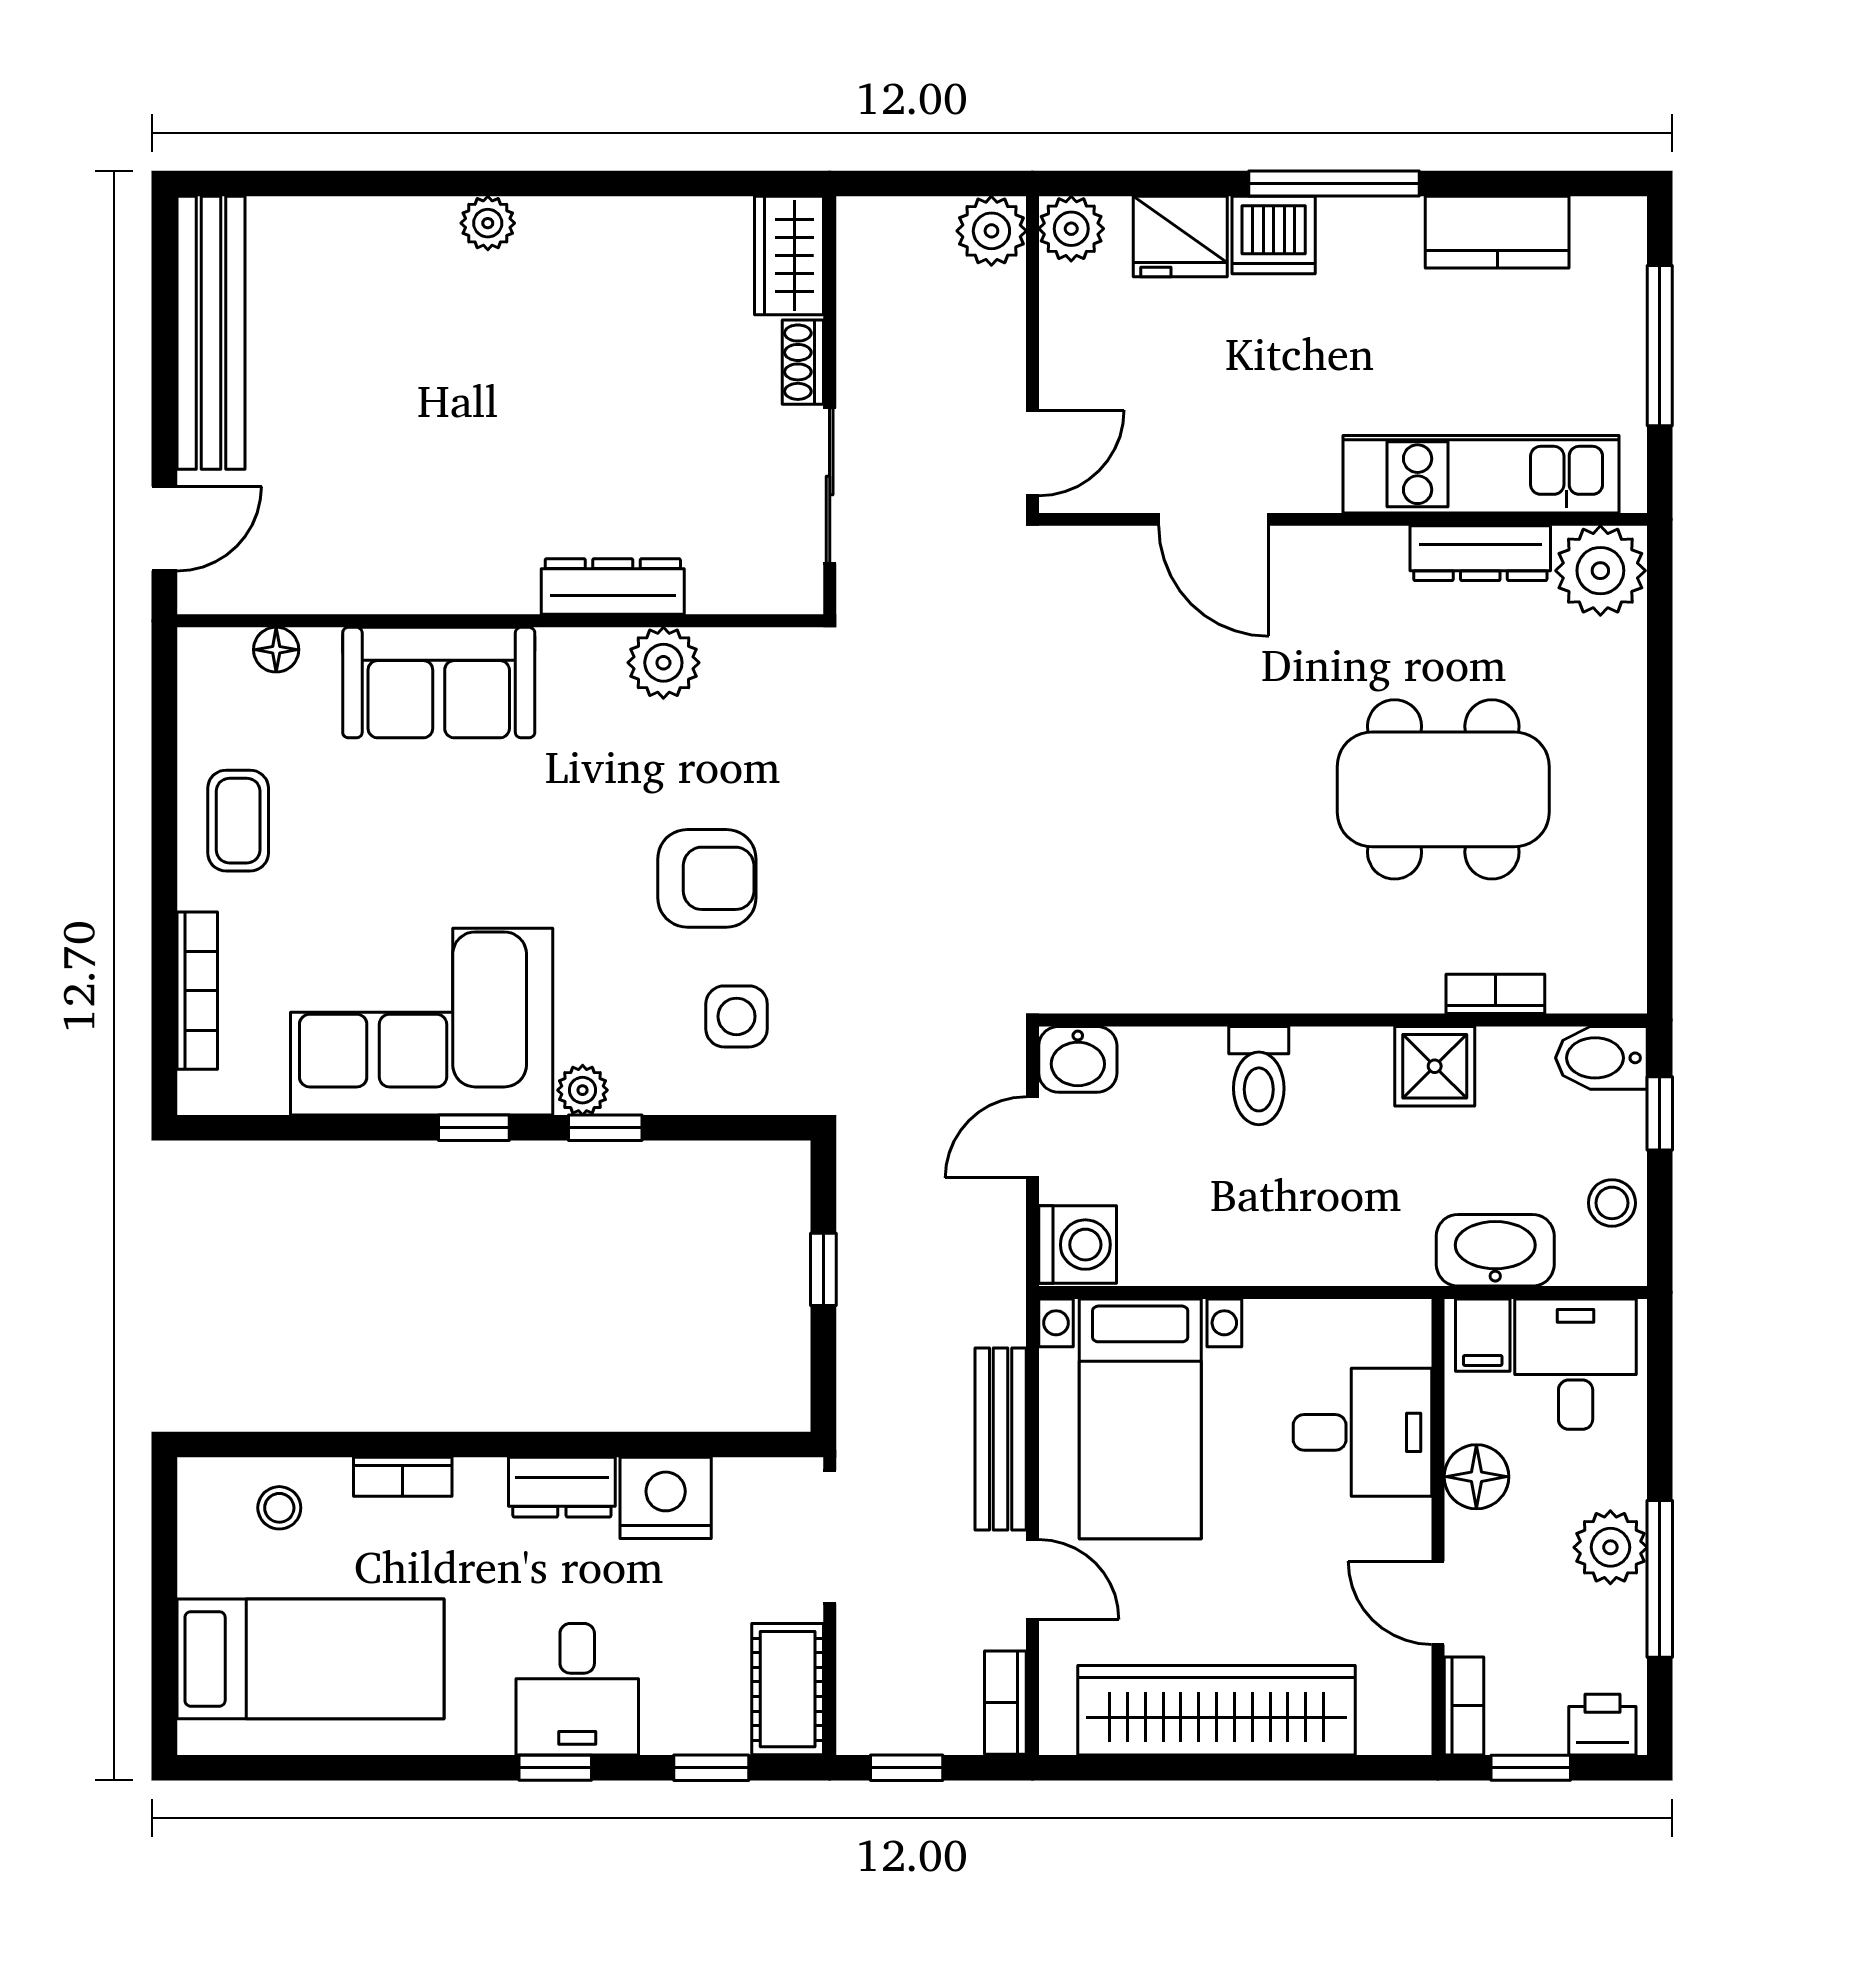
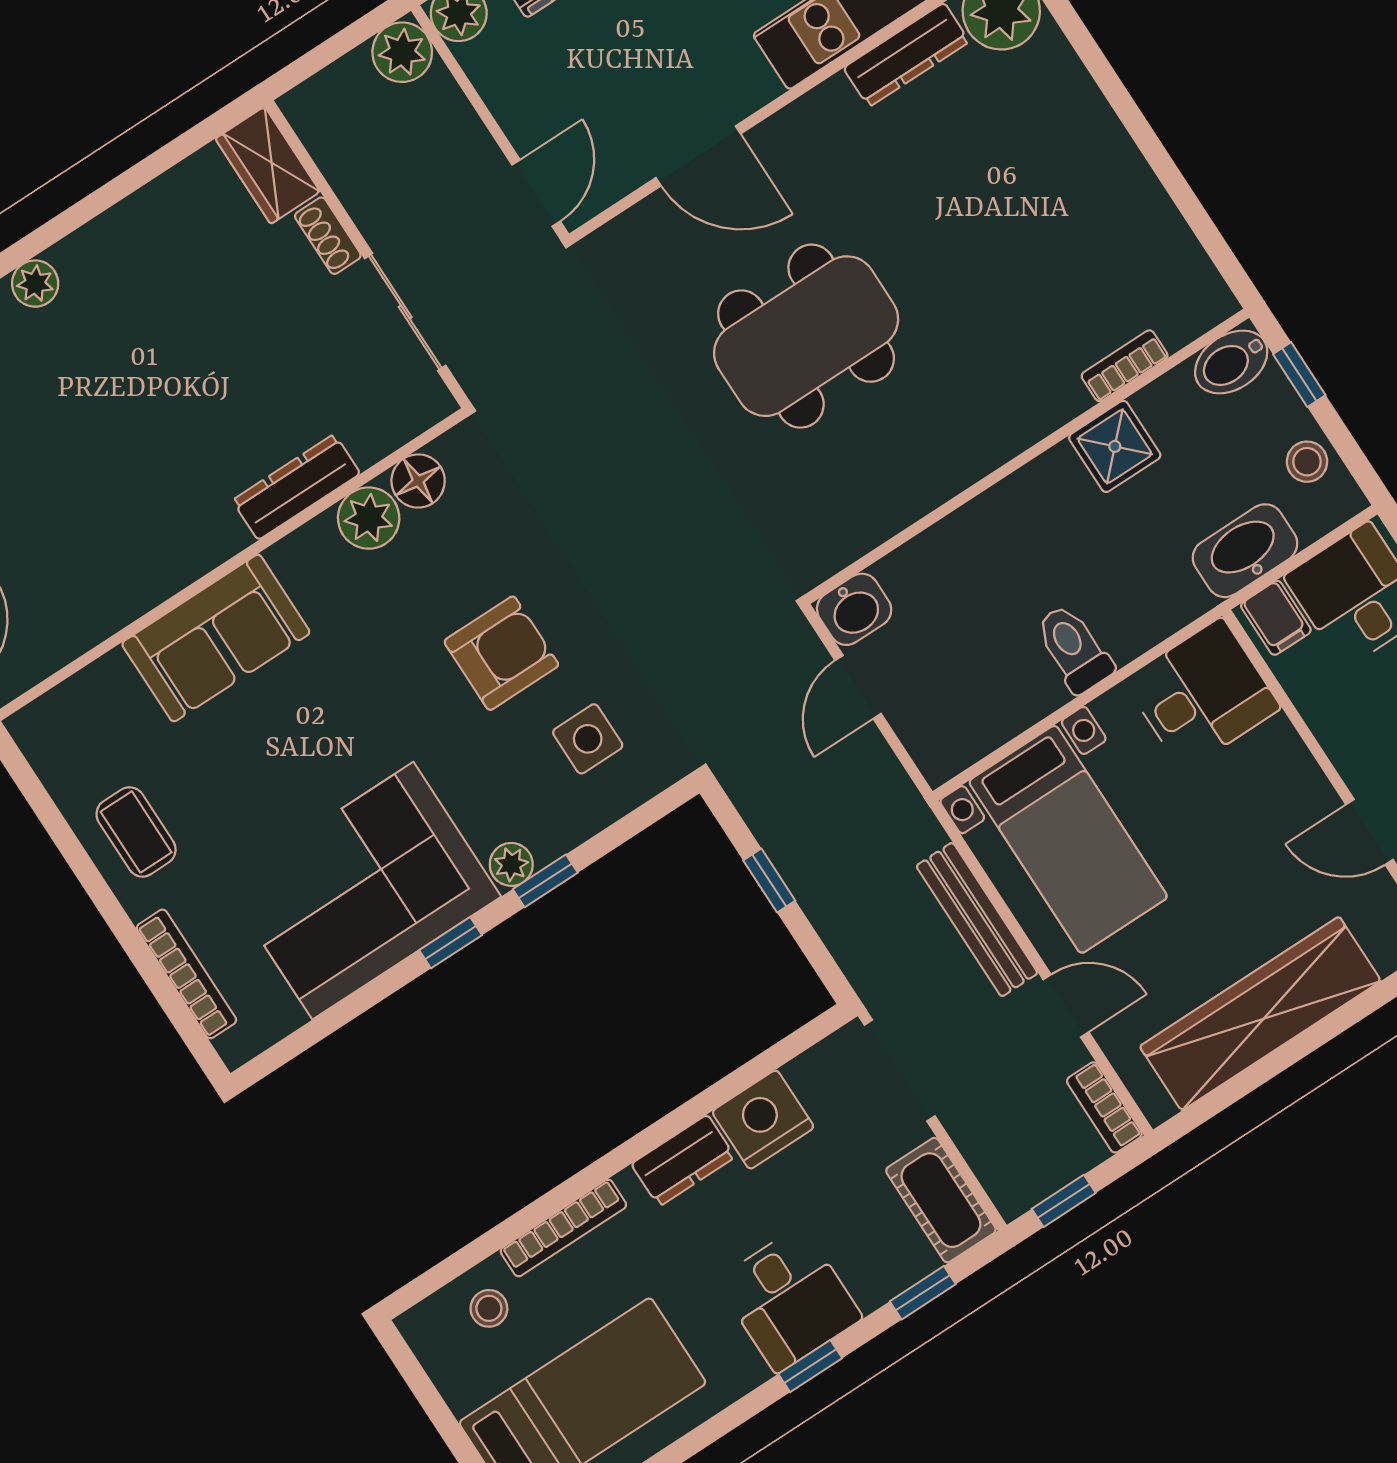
floor lamp: (276, 650) -> (418, 481), moved, width x1.37, depth x1.37
dining table: (1443, 789) -> (806, 336), moved
toilet: (1259, 1076) -> (1074, 649), moved, turned 180
washing machine: (1078, 1245) -> (941, 743), removed
desk: (1362, 1432) -> (1202, 694), moved
bookcase: (403, 1477) -> (563, 1228), width x1.56
floor lamp: (1476, 1477) -> (1338, 723), removed

